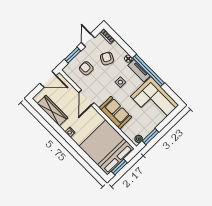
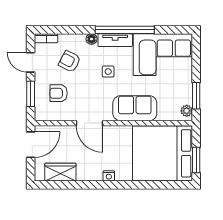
wardrobe: (52, 111) -> (60, 172), width x0.67

